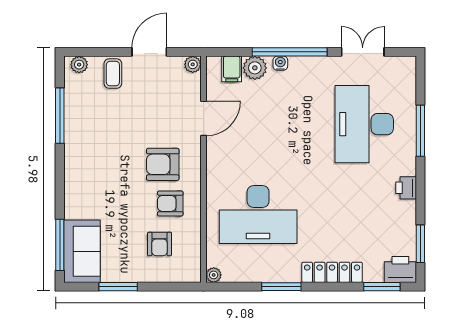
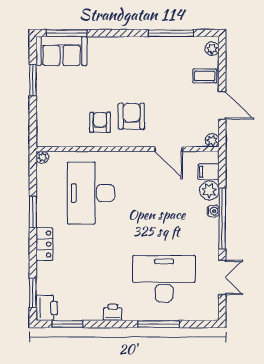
armchair: (160, 244) -> (67, 114), removed
locker: (332, 272) -> (44, 244), width x0.66

